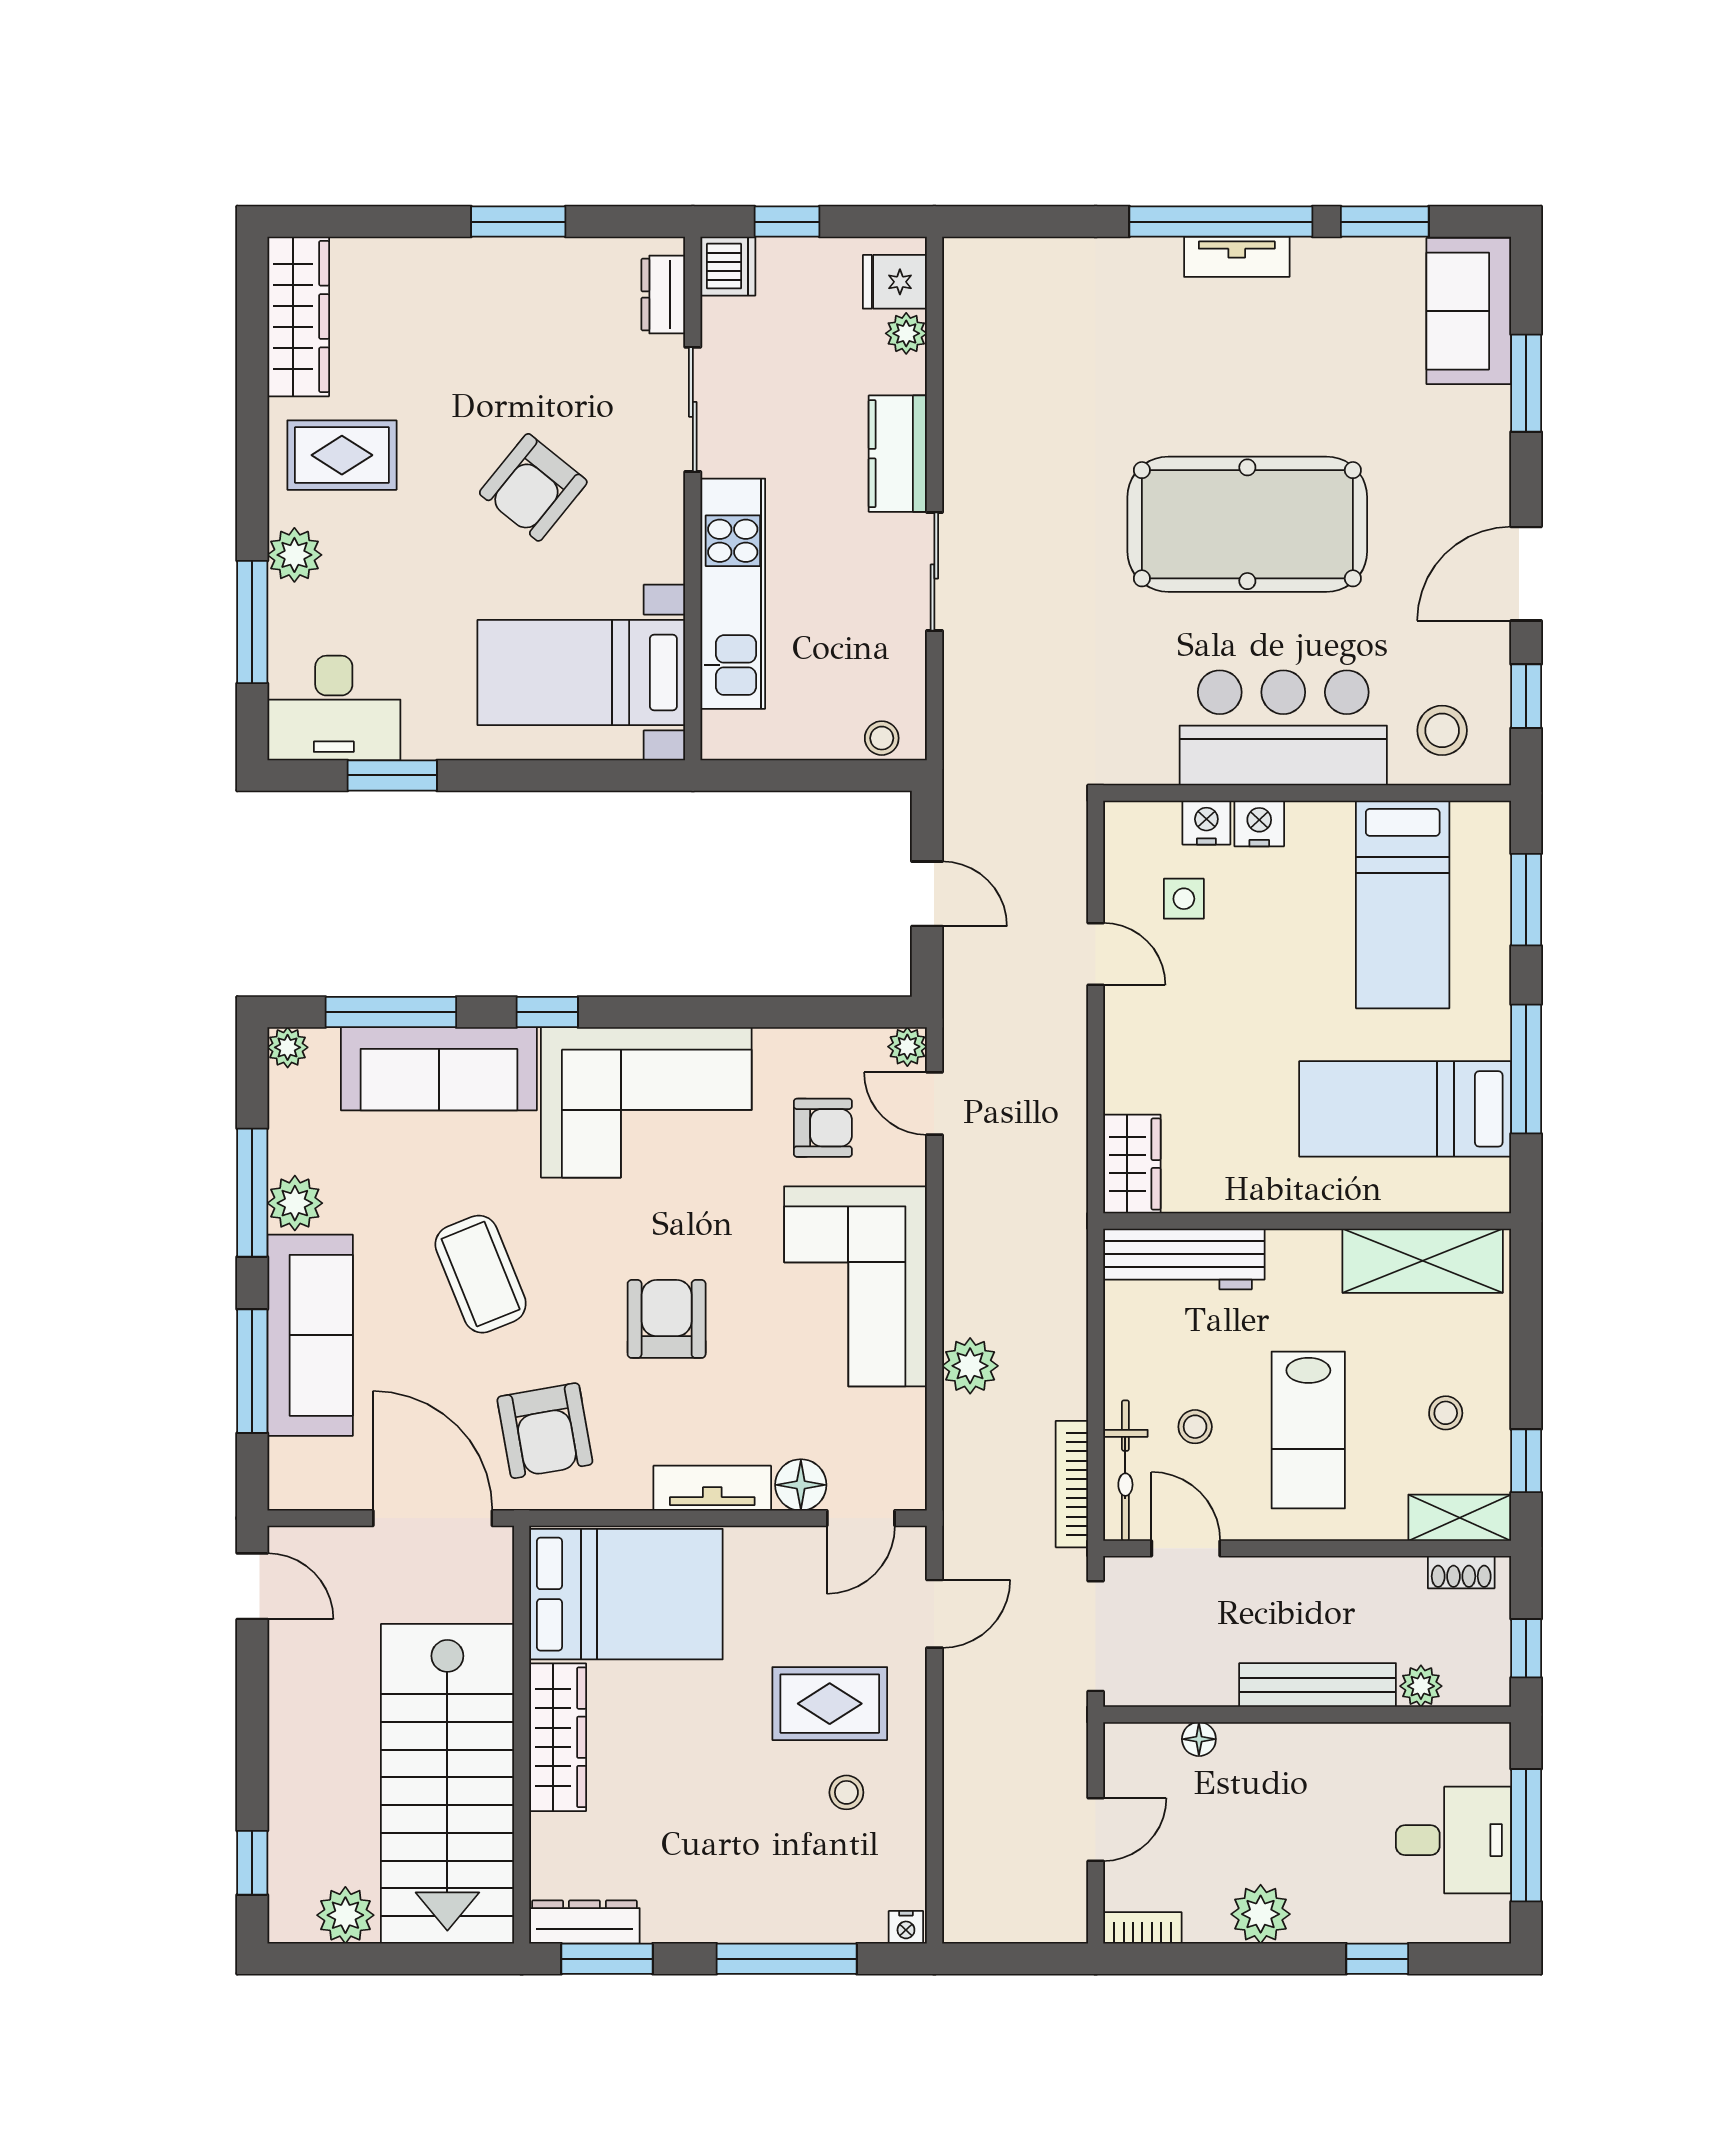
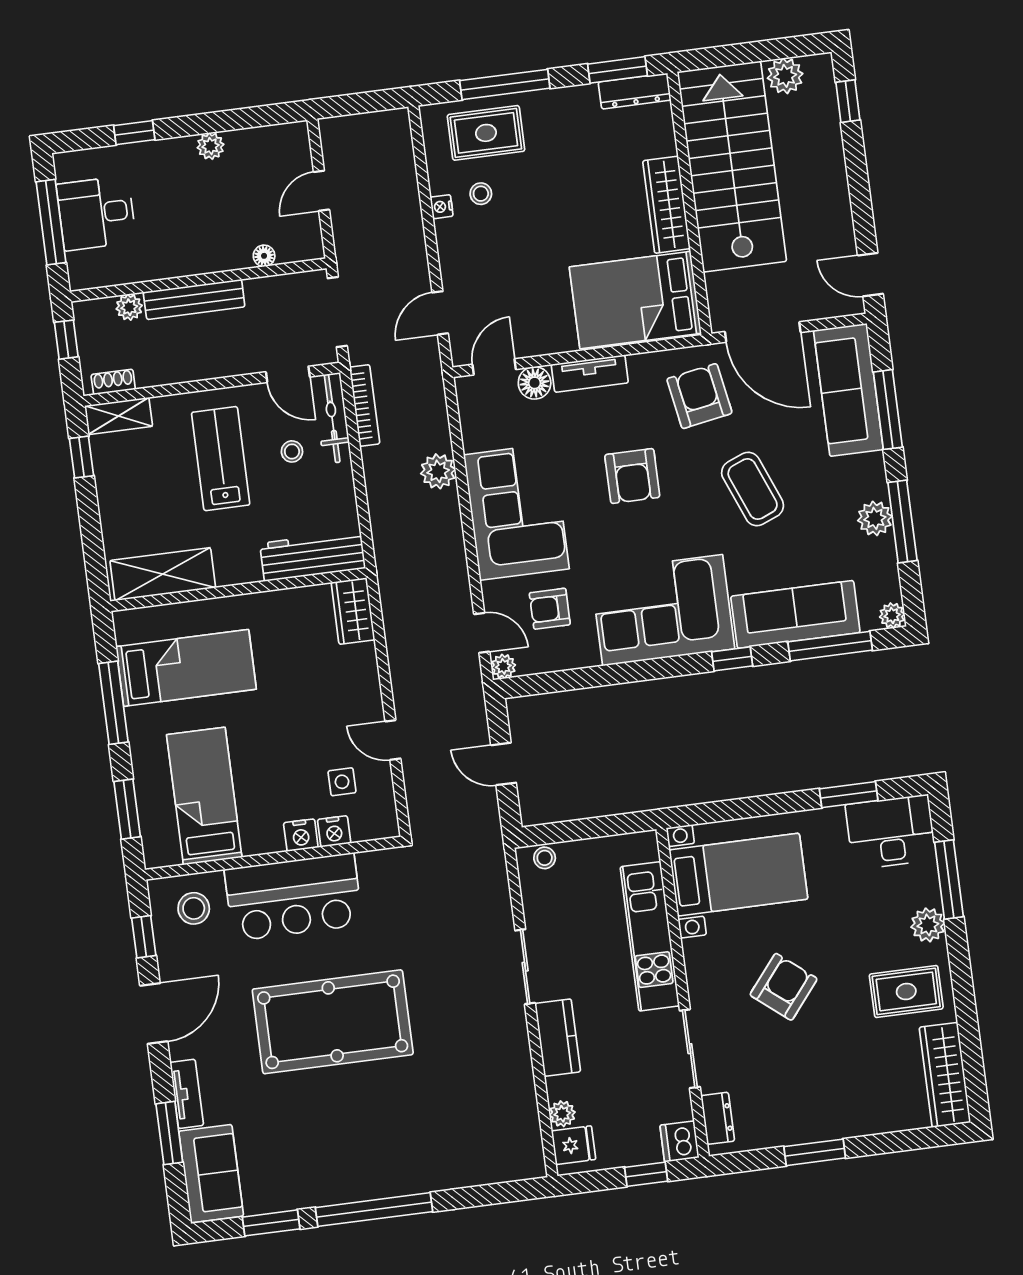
tv unit: (1237, 257) -> (187, 1094), moved, turned 90
sofa: (310, 1335) -> (848, 390), moved
stool: (1446, 1413) -> (136, 481), removed
rug: (830, 1704) -> (486, 133), moved
plant: (1261, 1914) -> (211, 146), width x0.73, depth x0.73
nightstand: (906, 1927) -> (442, 207), moved, turned -90
bookcase: (1142, 1928) -> (284, 133), removed

